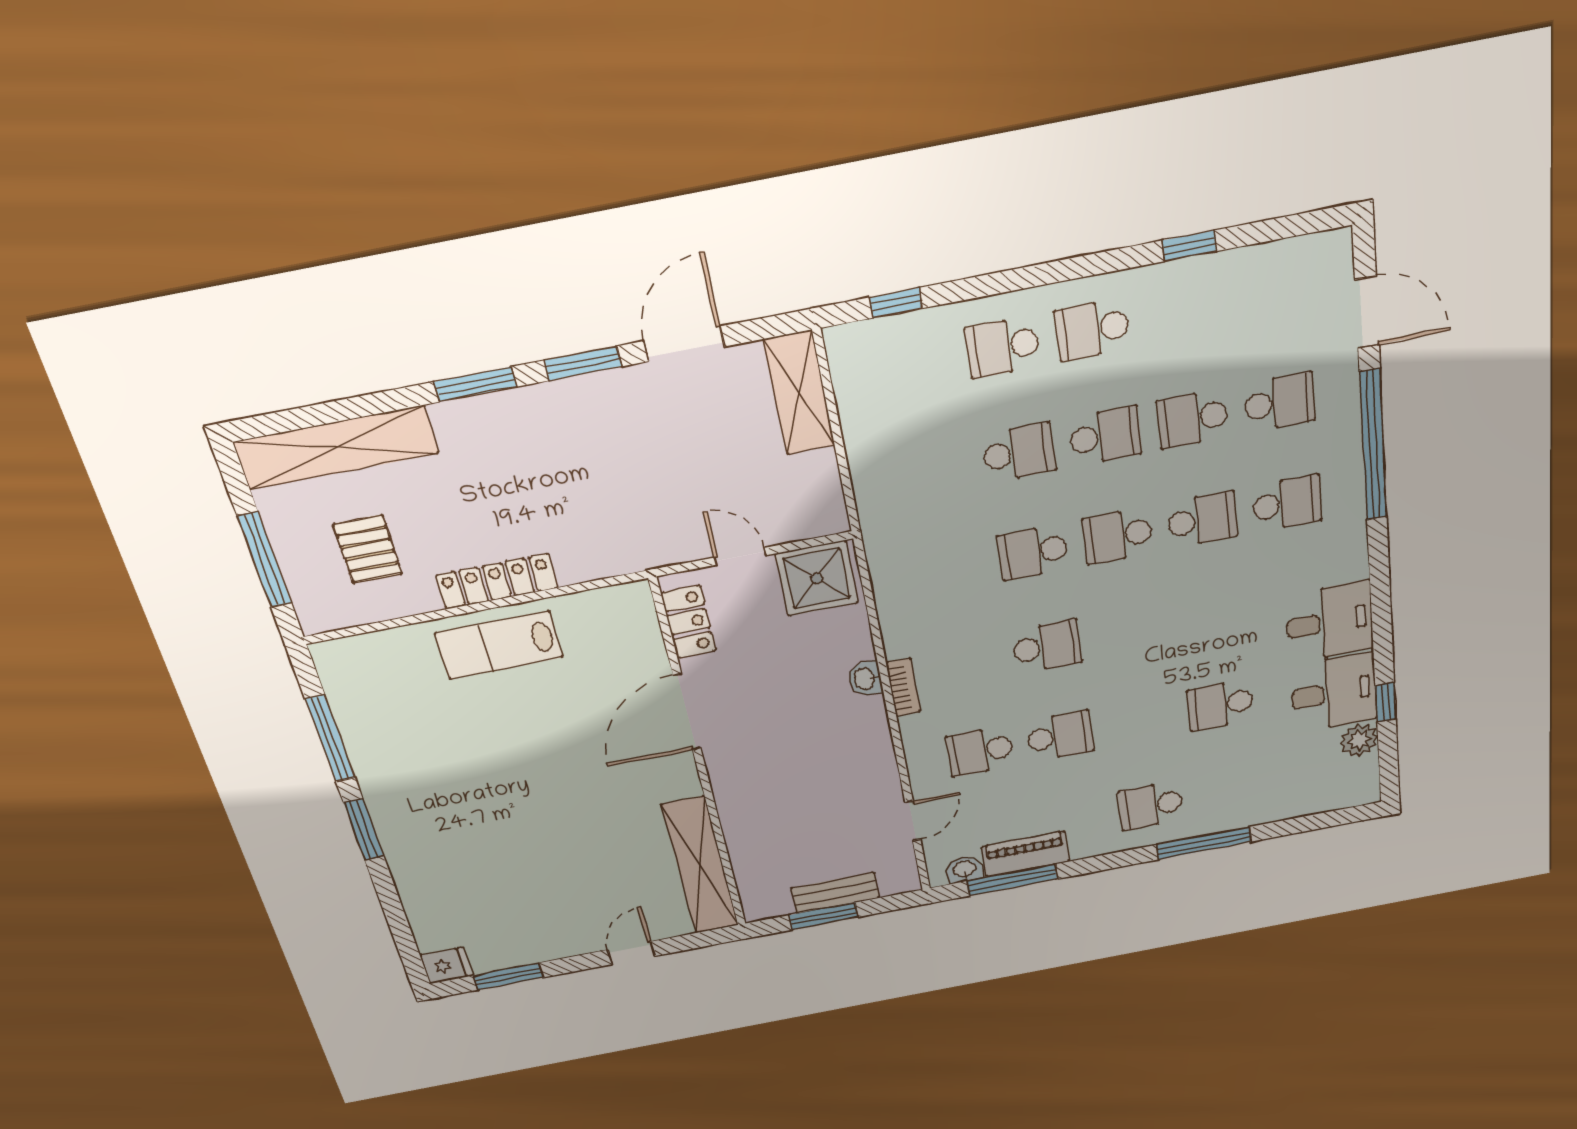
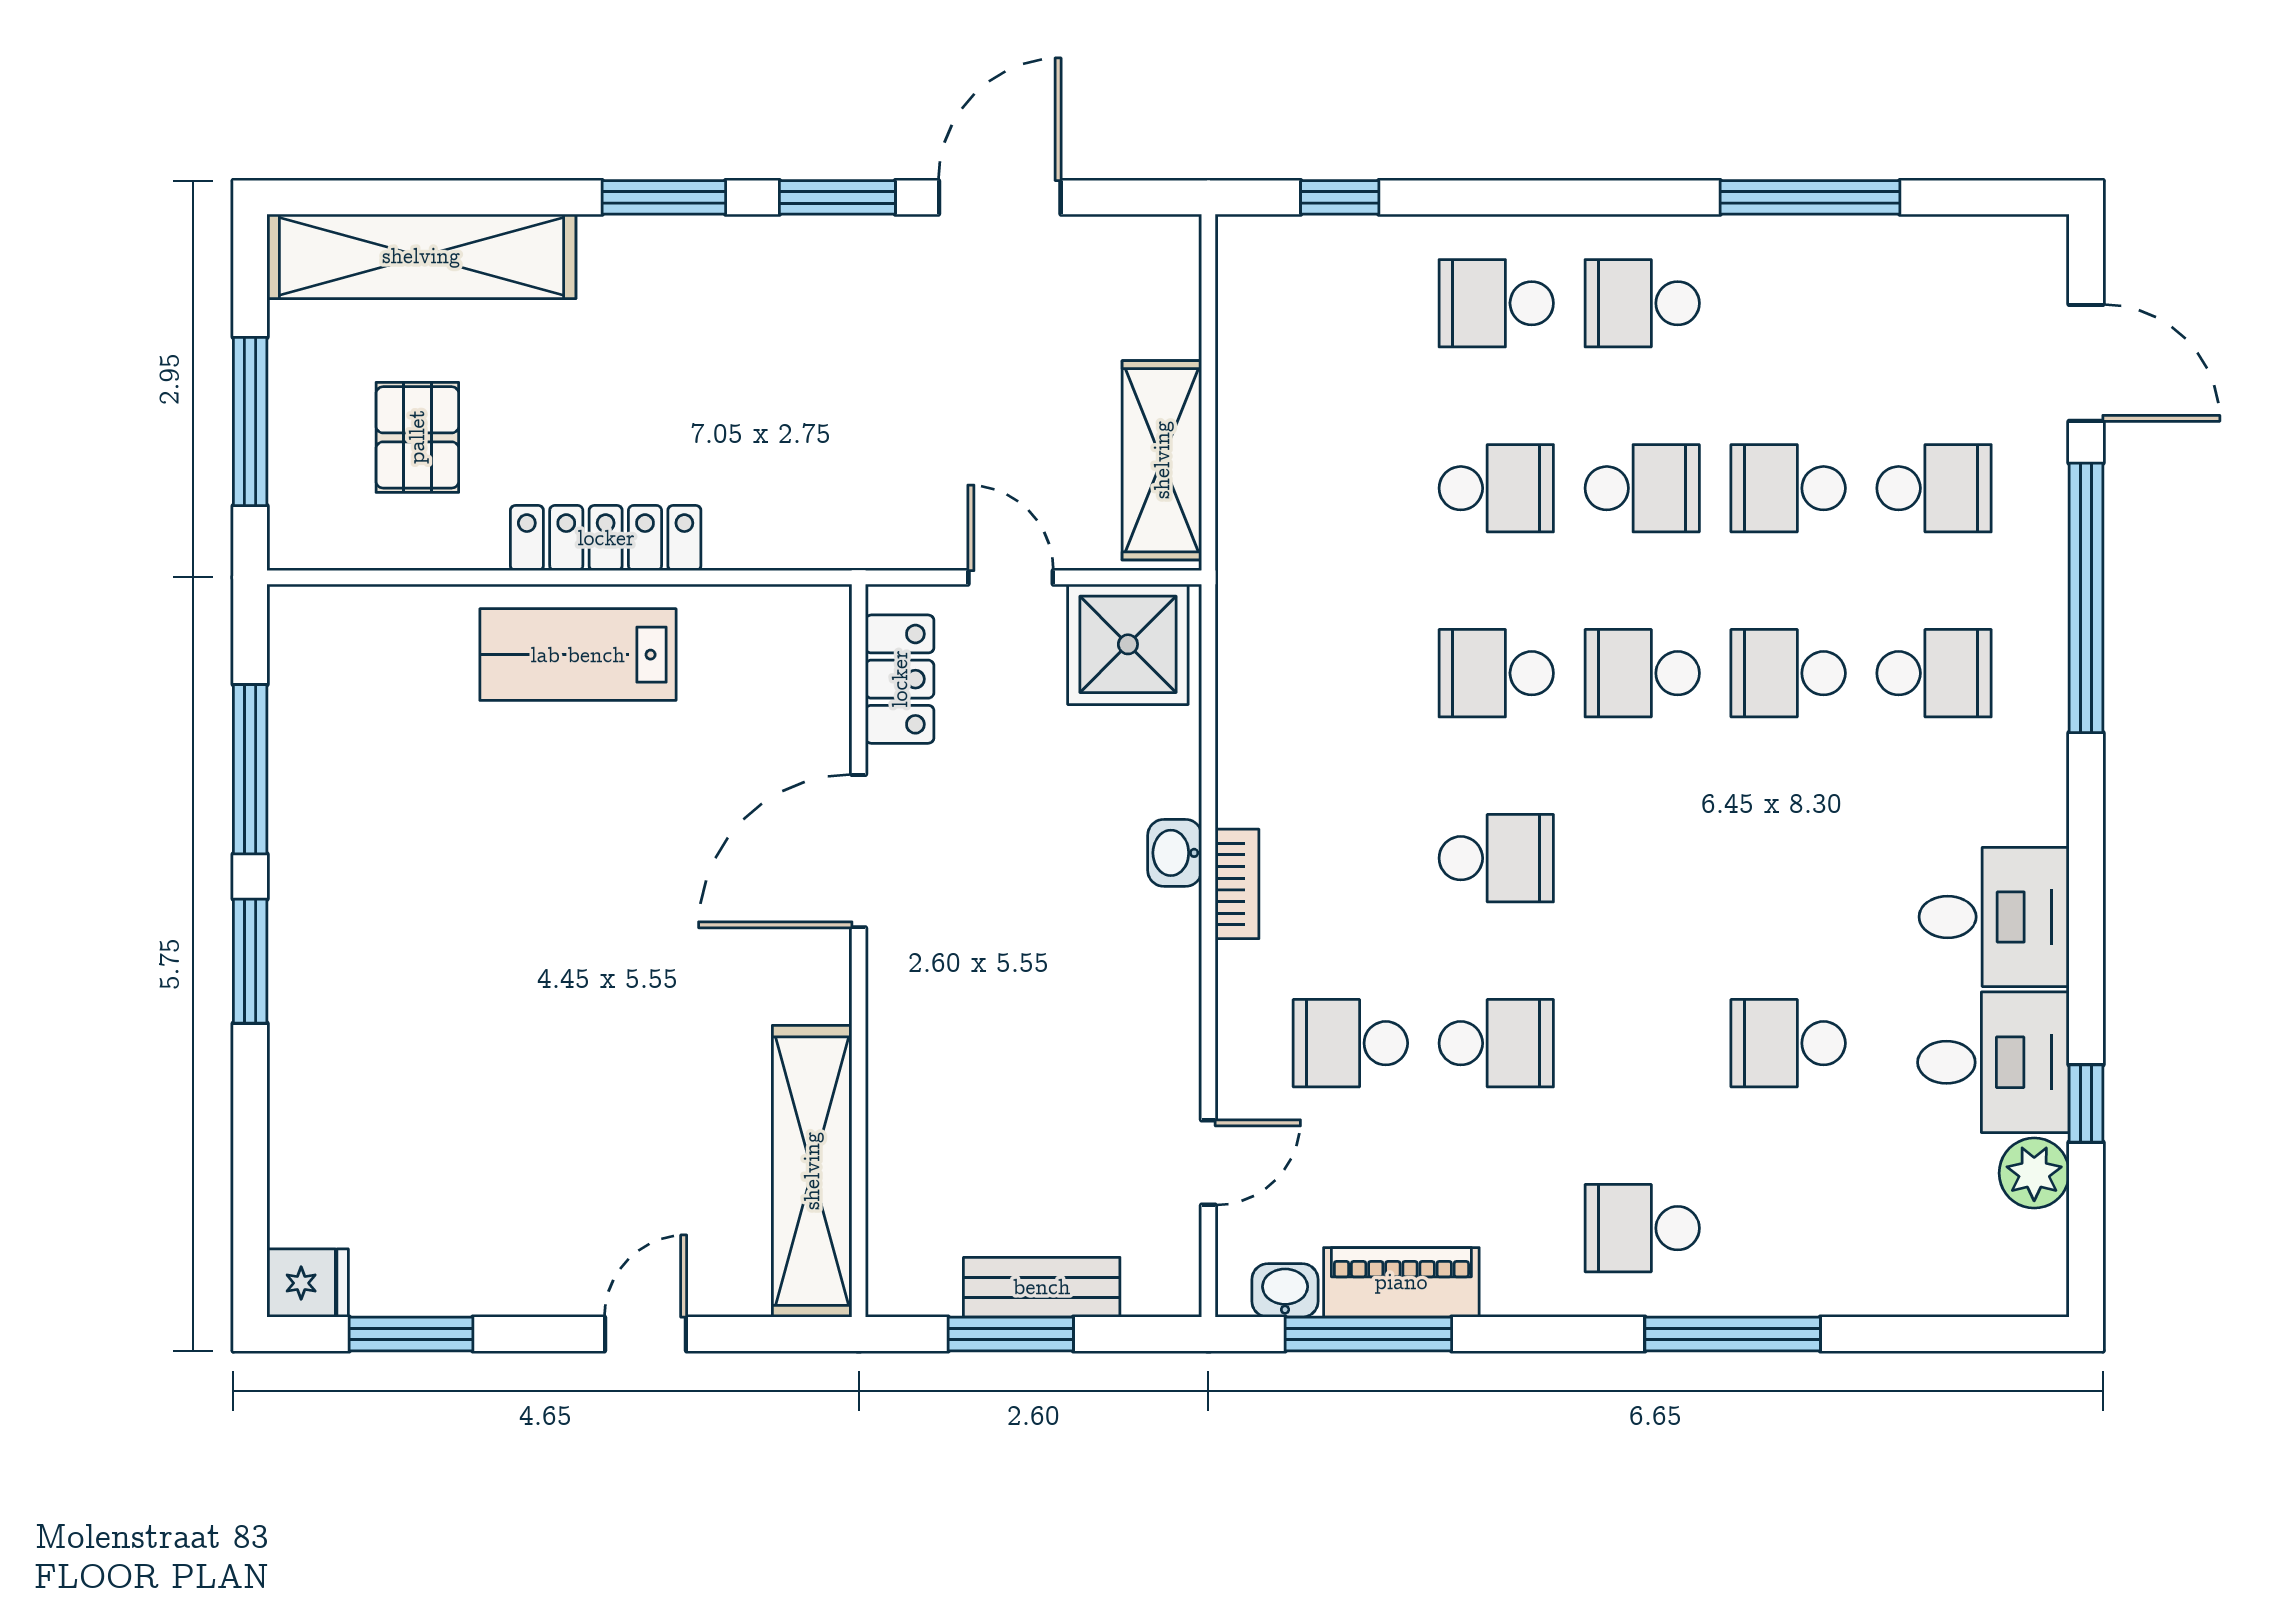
window: (1190, 246) -> (1810, 197), width x2.17
shelving: (799, 393) -> (1162, 460), moved
school desk: (1202, 520) -> (1788, 673), turned 180

